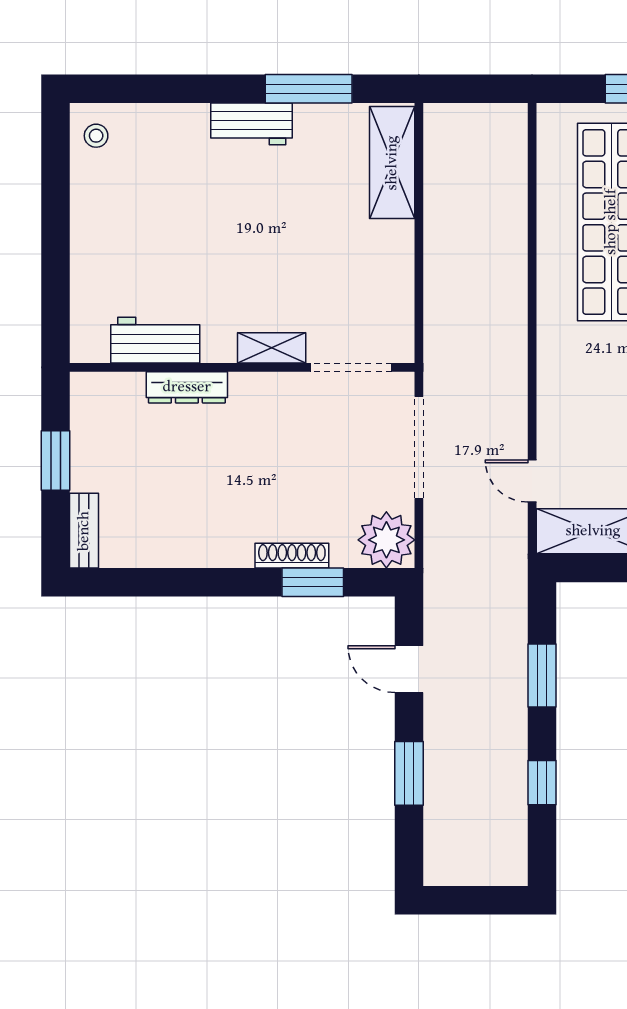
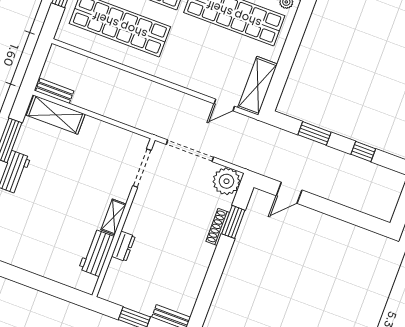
bench: (437, 143) -> (55, 91), added
shelving: (272, 348) -> (114, 217), moved
dresser: (187, 387) -> (123, 246), width x0.70
window: (409, 773) -> (337, 210), removed

